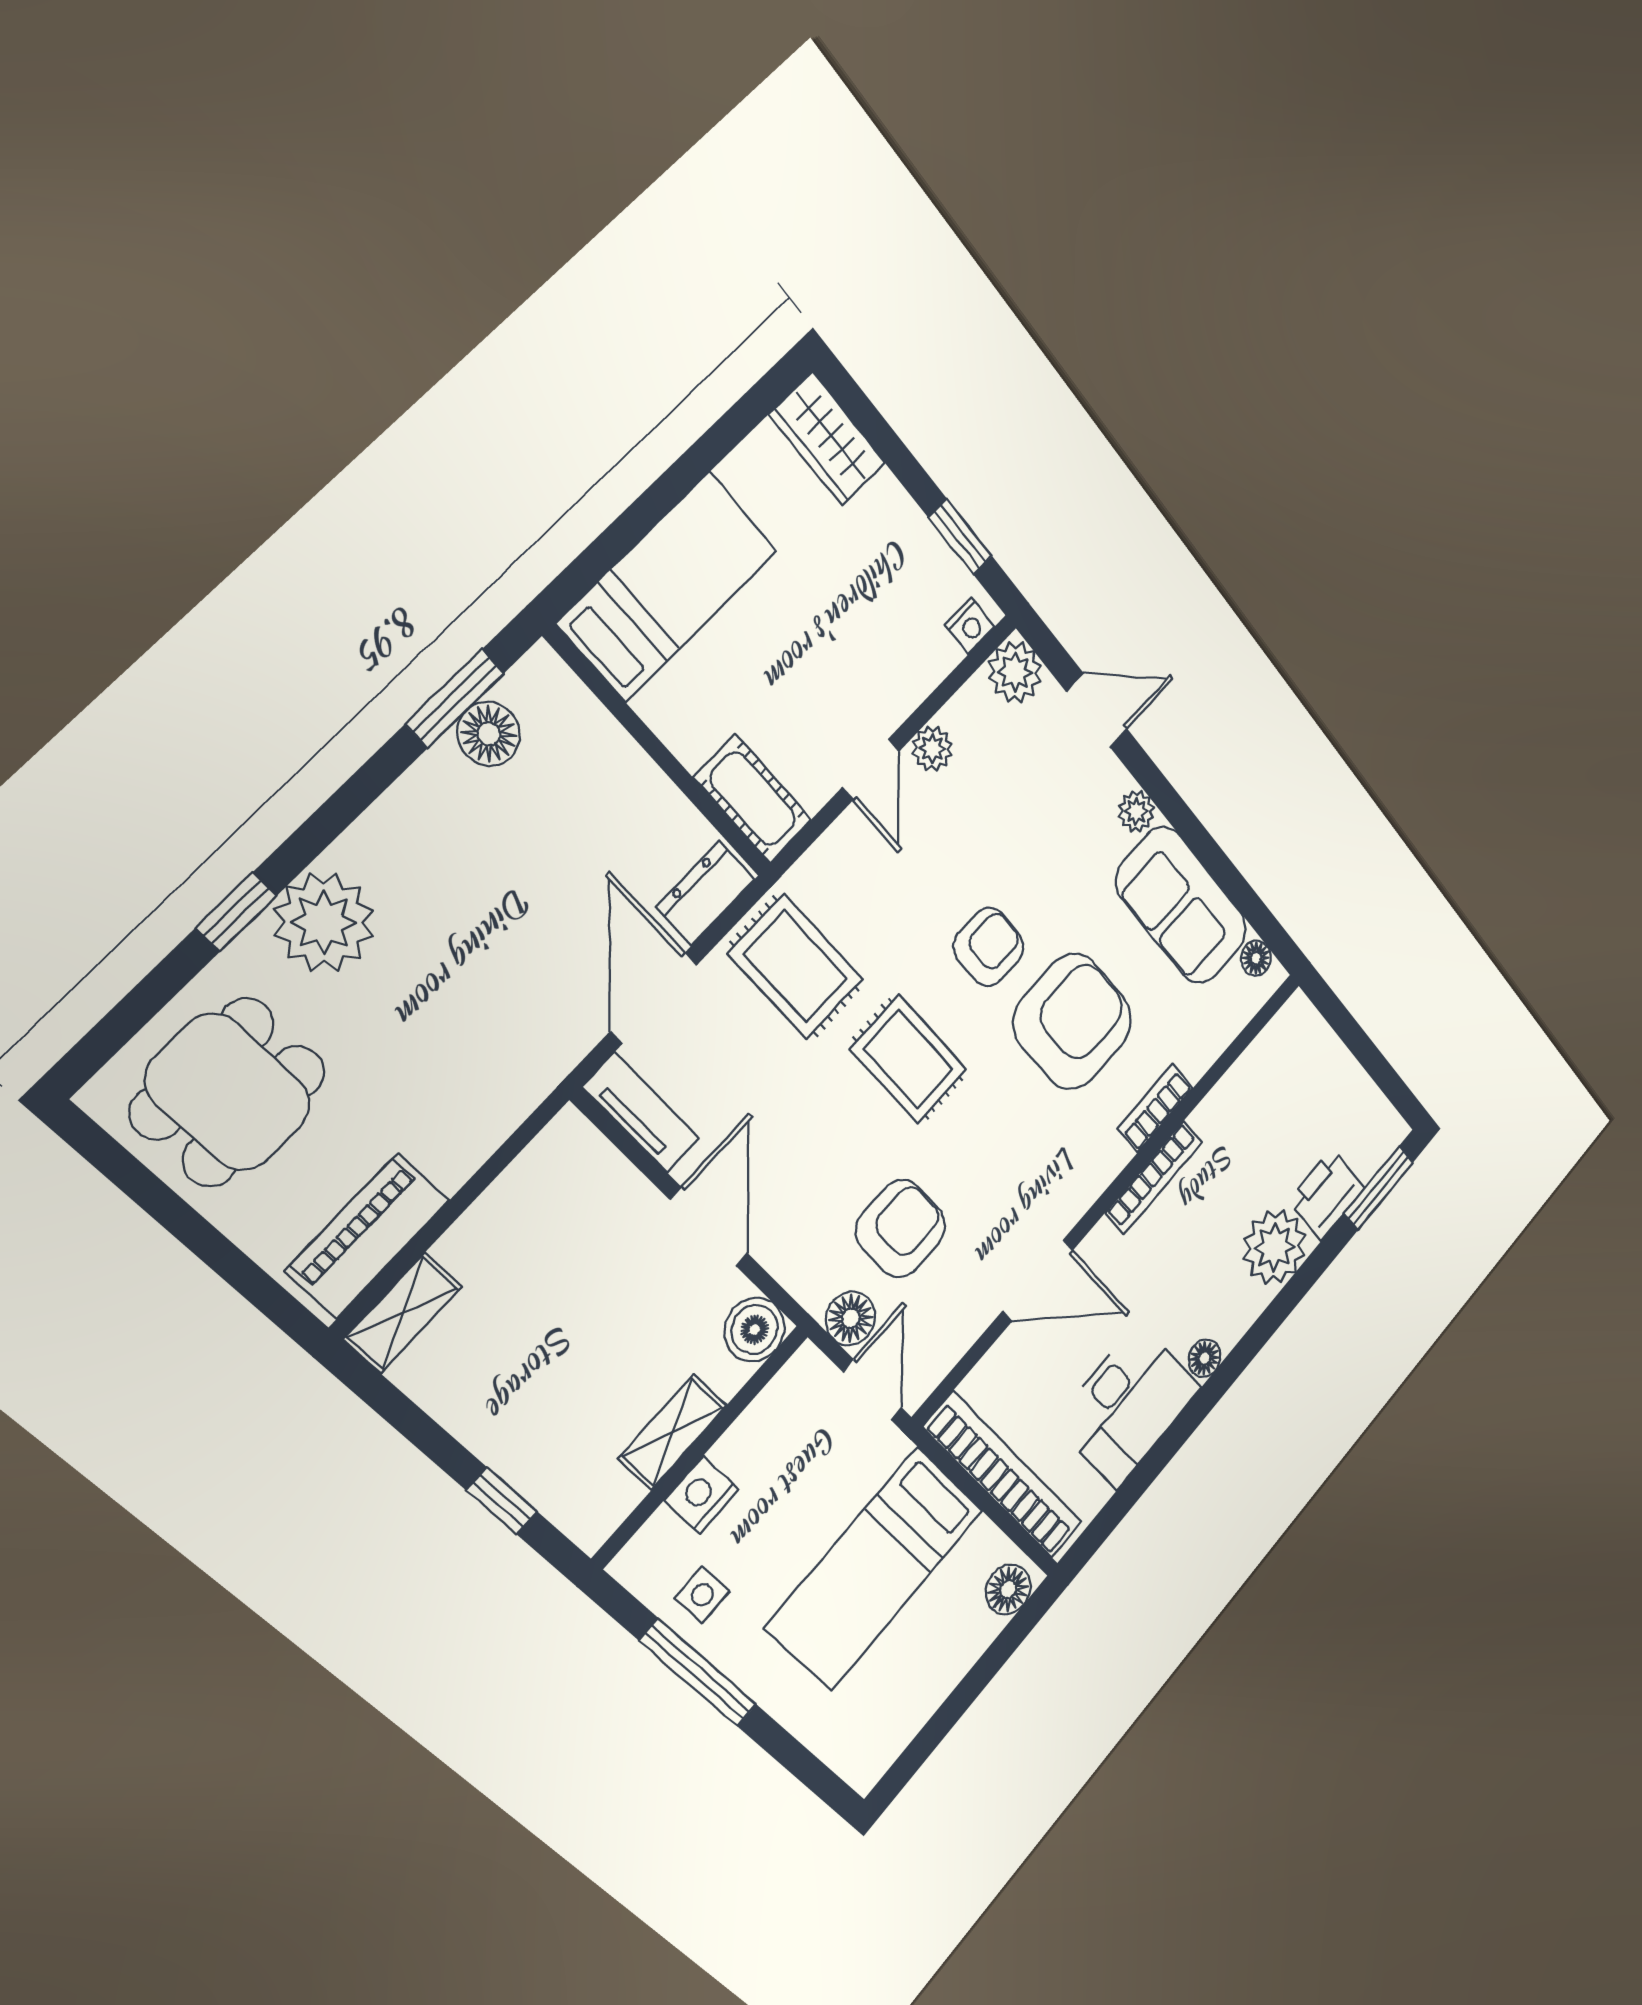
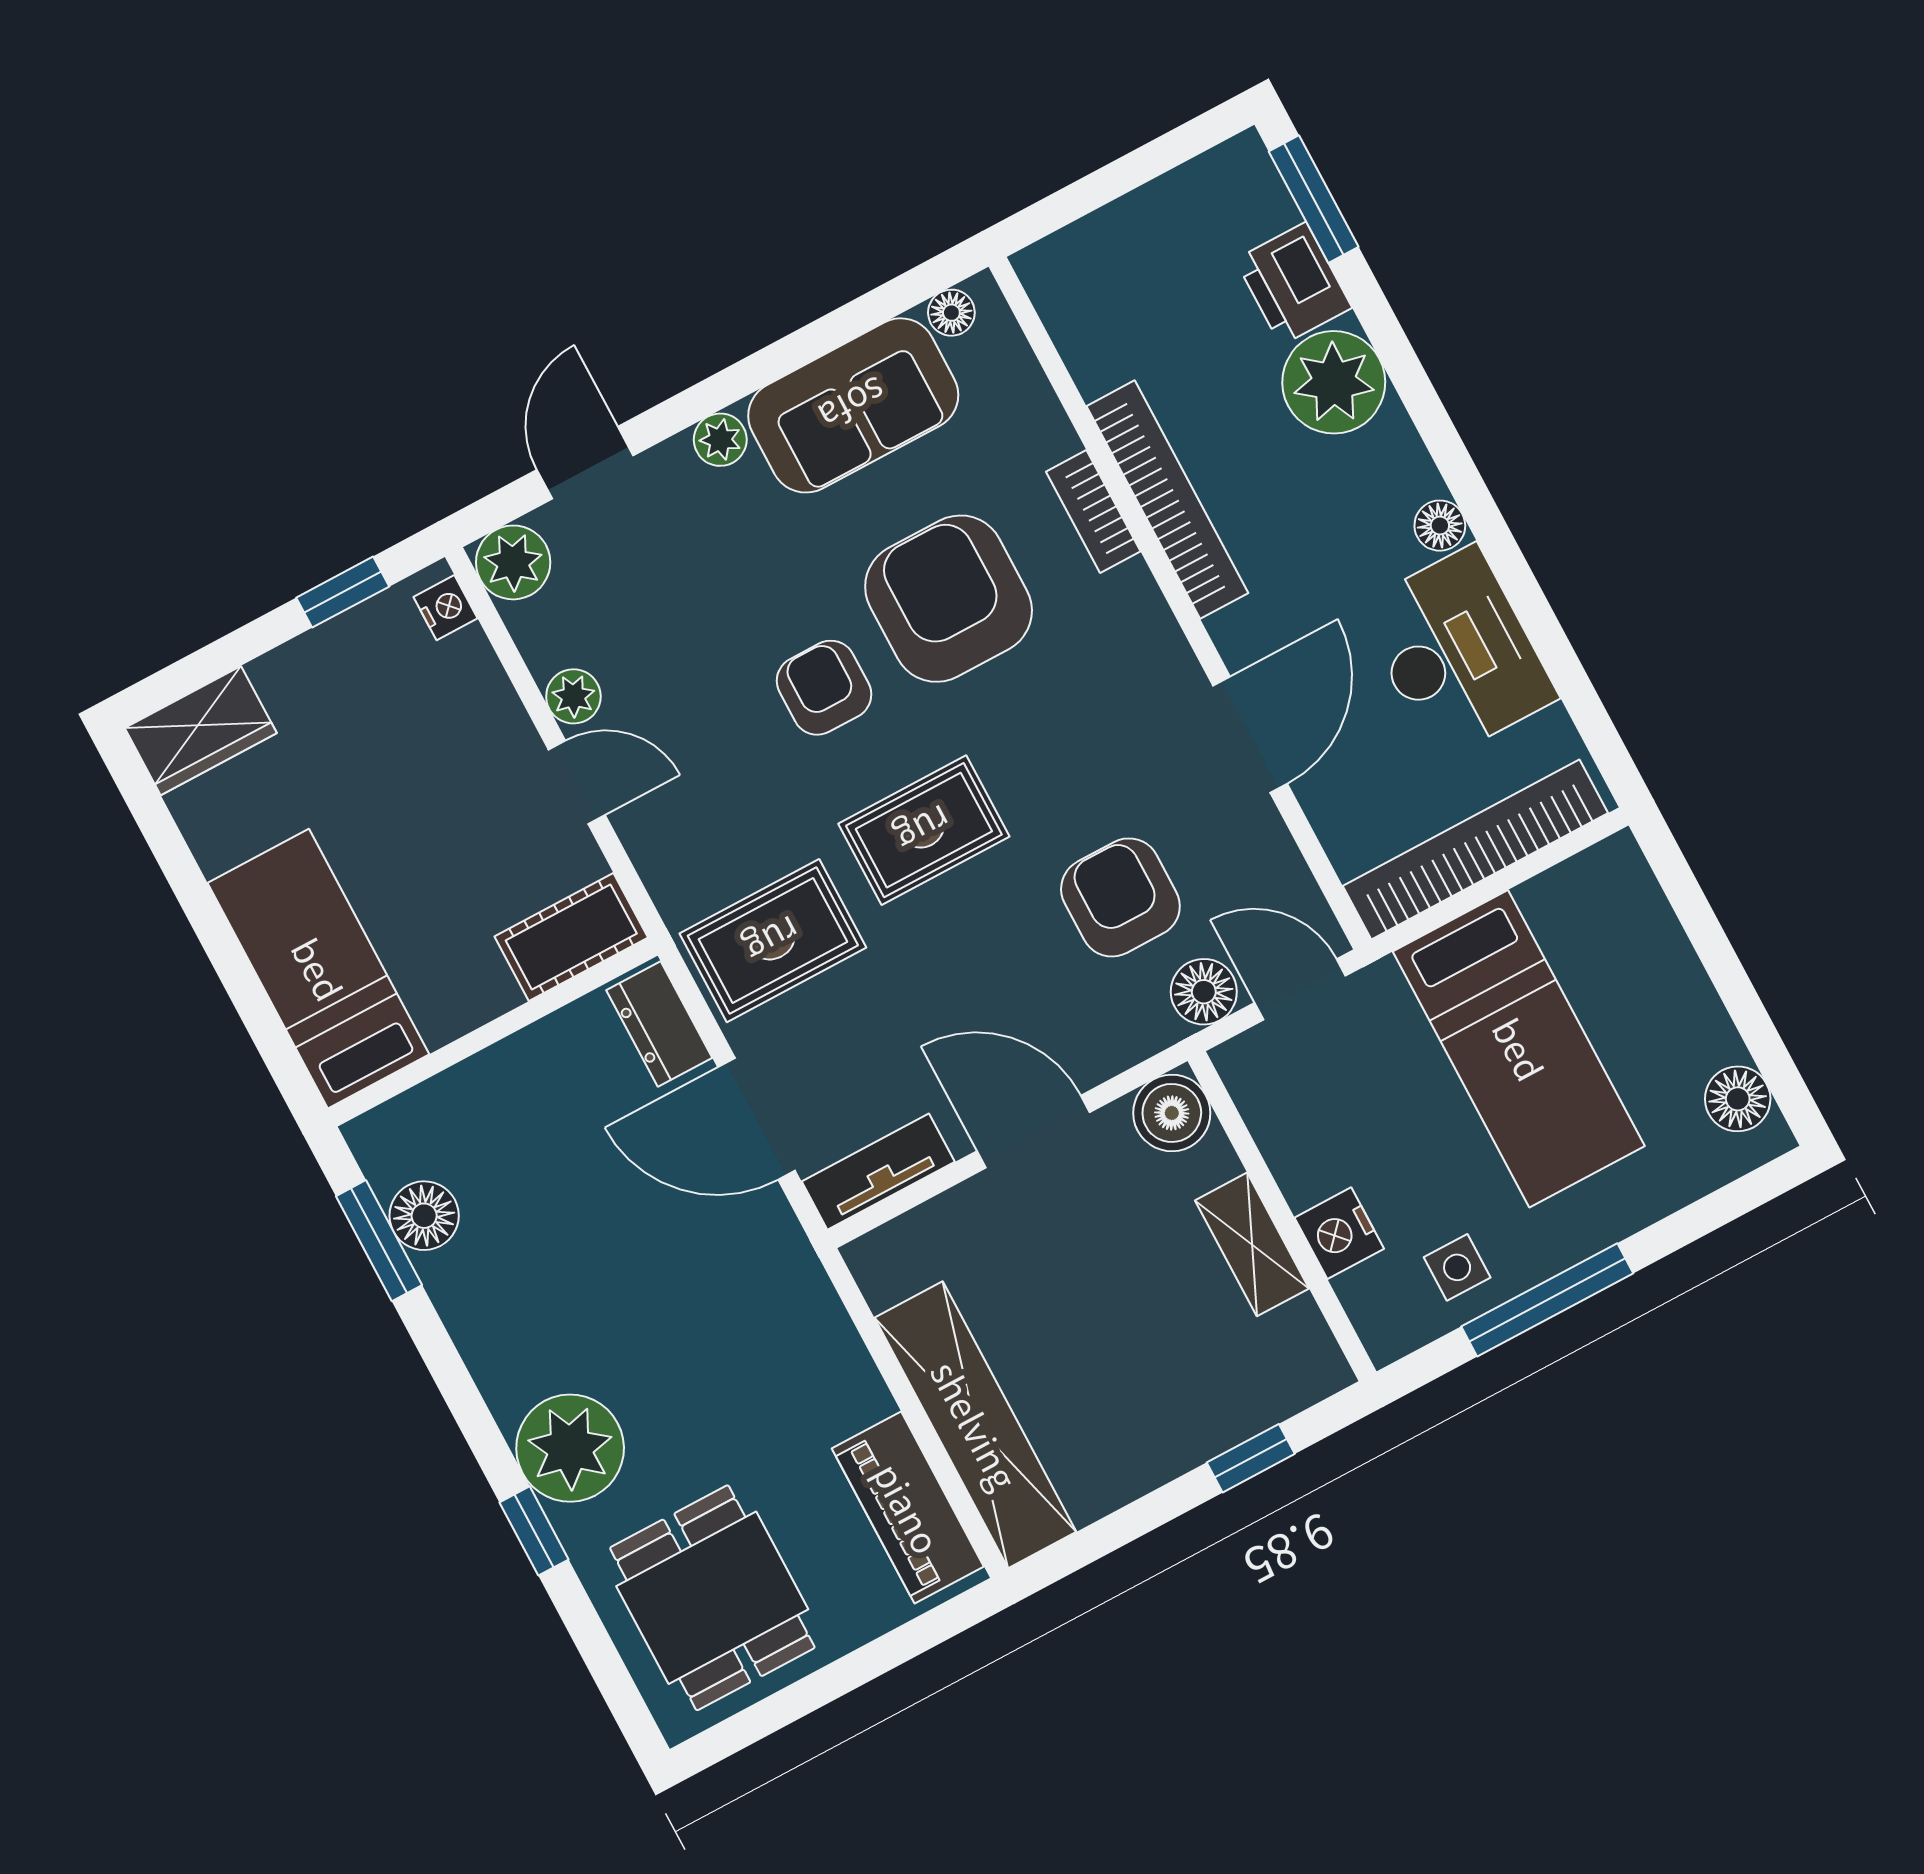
bookcase: (1154, 1177) -> (1167, 500), width x1.48, depth x1.31
shelving: (403, 1313) -> (975, 1425), width x2.20, depth x1.33
floor lamp: (1008, 1589) -> (1738, 1099), moved

